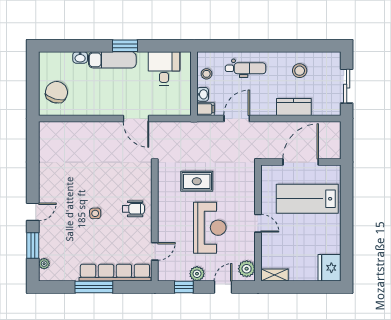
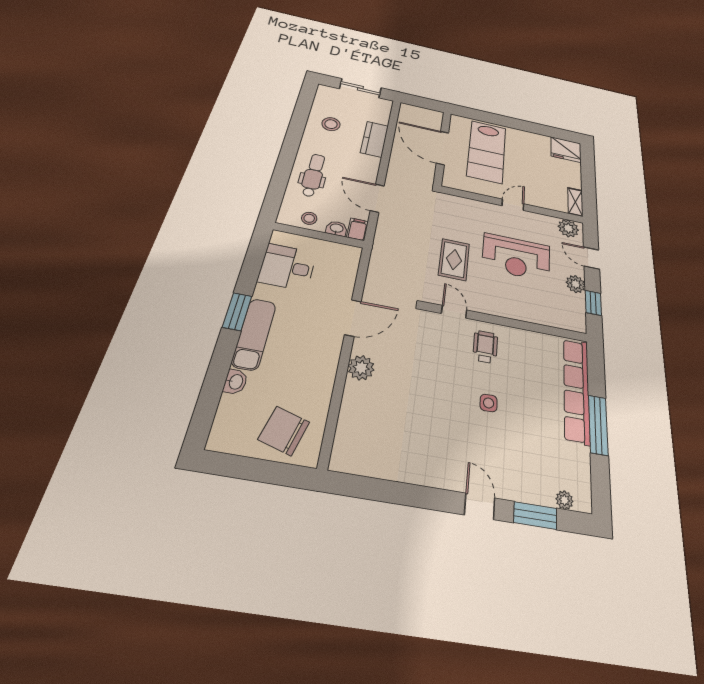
plant: (103, 130) -> (361, 368), added
reception desk: (210, 228) -> (516, 257), turned 180
door: (155, 251) -> (454, 312), moved

